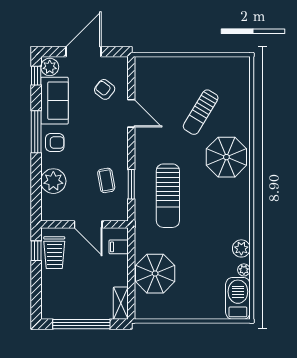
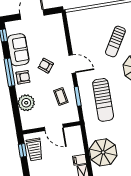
plant: (50, 67) -> (11, 28), removed
armchair: (105, 89) -> (46, 66), moved
door: (131, 113) -> (72, 64), moved
filing cabinet: (119, 247) -> (80, 160), moved

